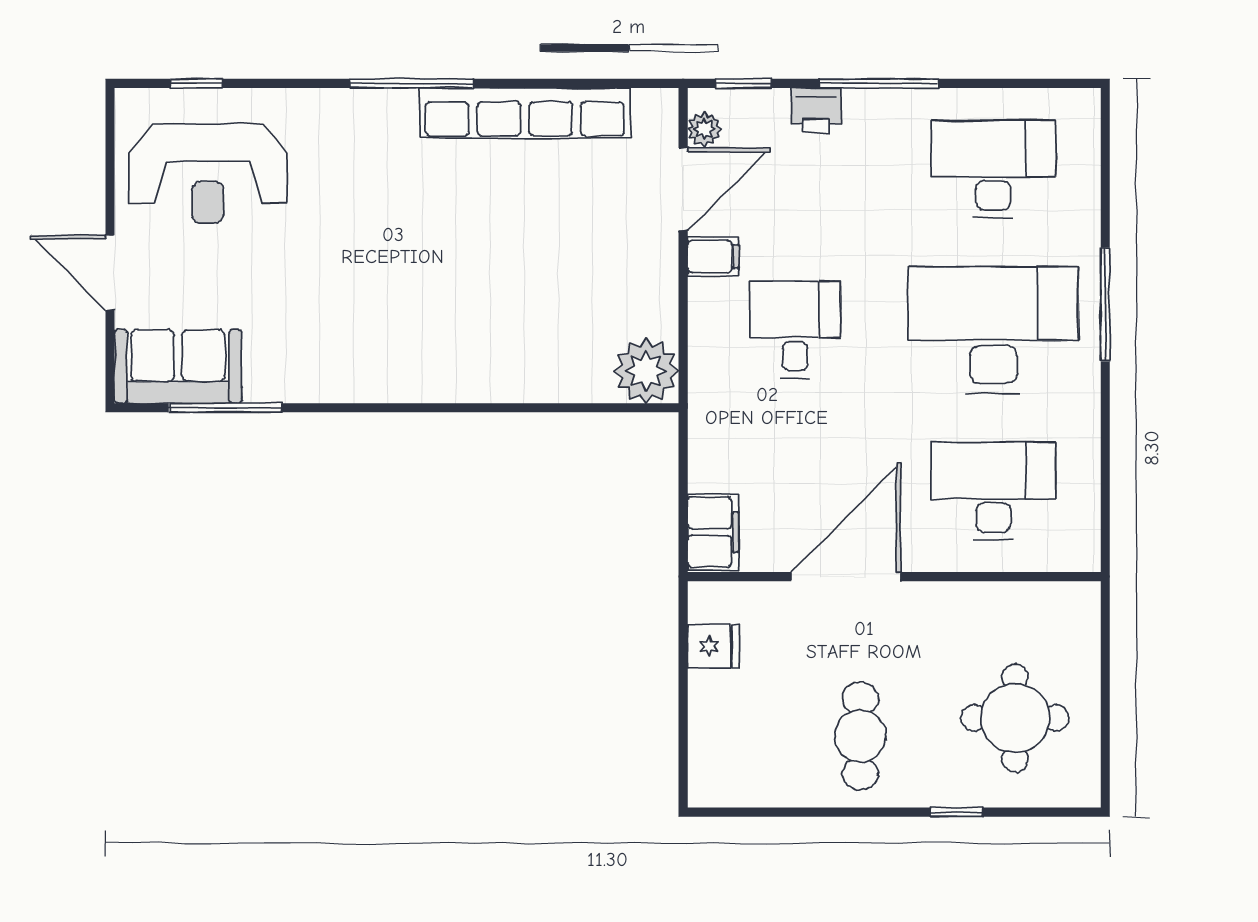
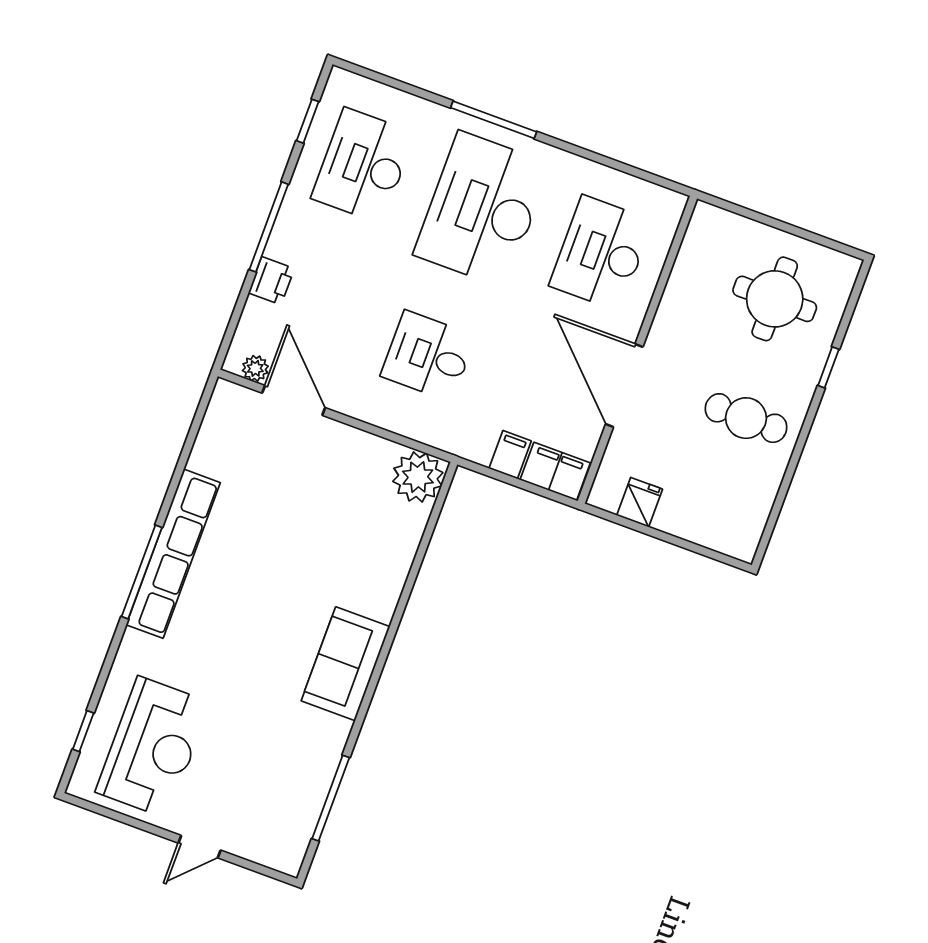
window: (744, 83) -> (308, 121), moved
row of seats: (525, 113) -> (173, 554), moved
filing cabinet: (713, 256) -> (510, 455), moved
door: (110, 273) -> (200, 847), width x0.73
sofa: (178, 367) -> (346, 664), moved

